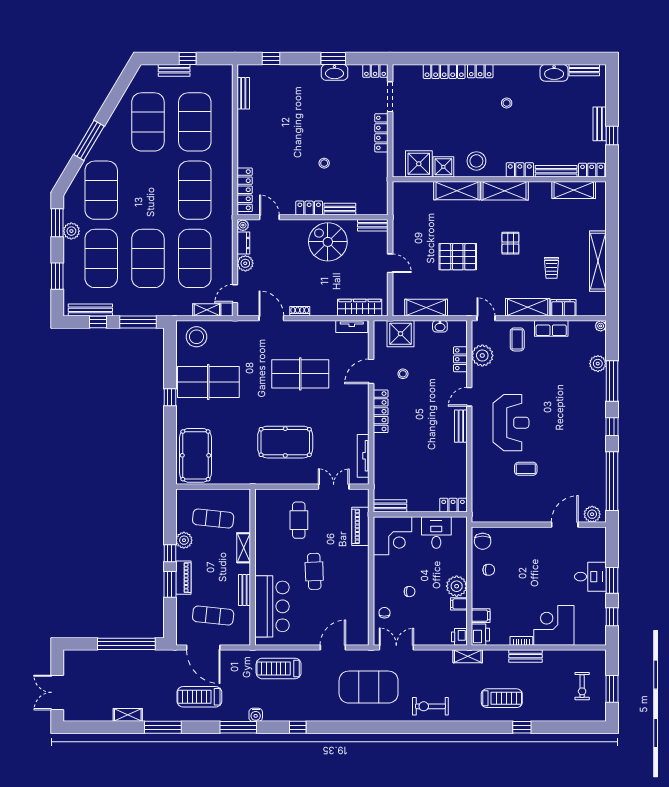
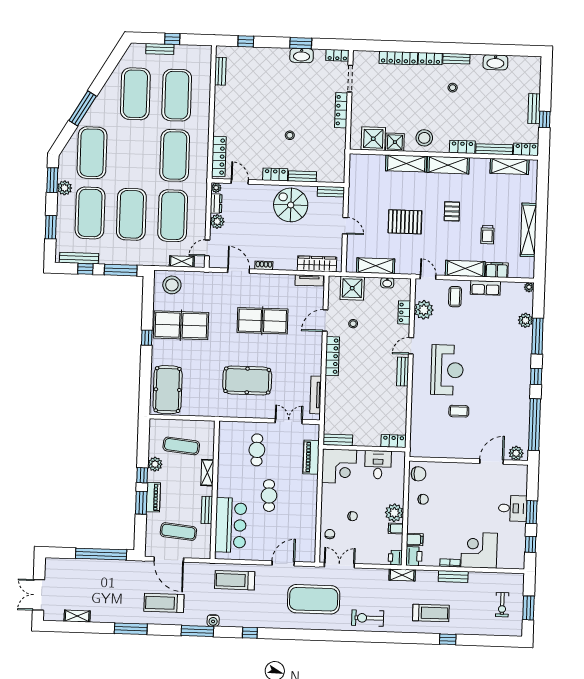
bench: (584, 70) -> (456, 59), moved
chair: (483, 541) -> (419, 474), turned -90
shelving: (128, 715) -> (77, 616), moved

